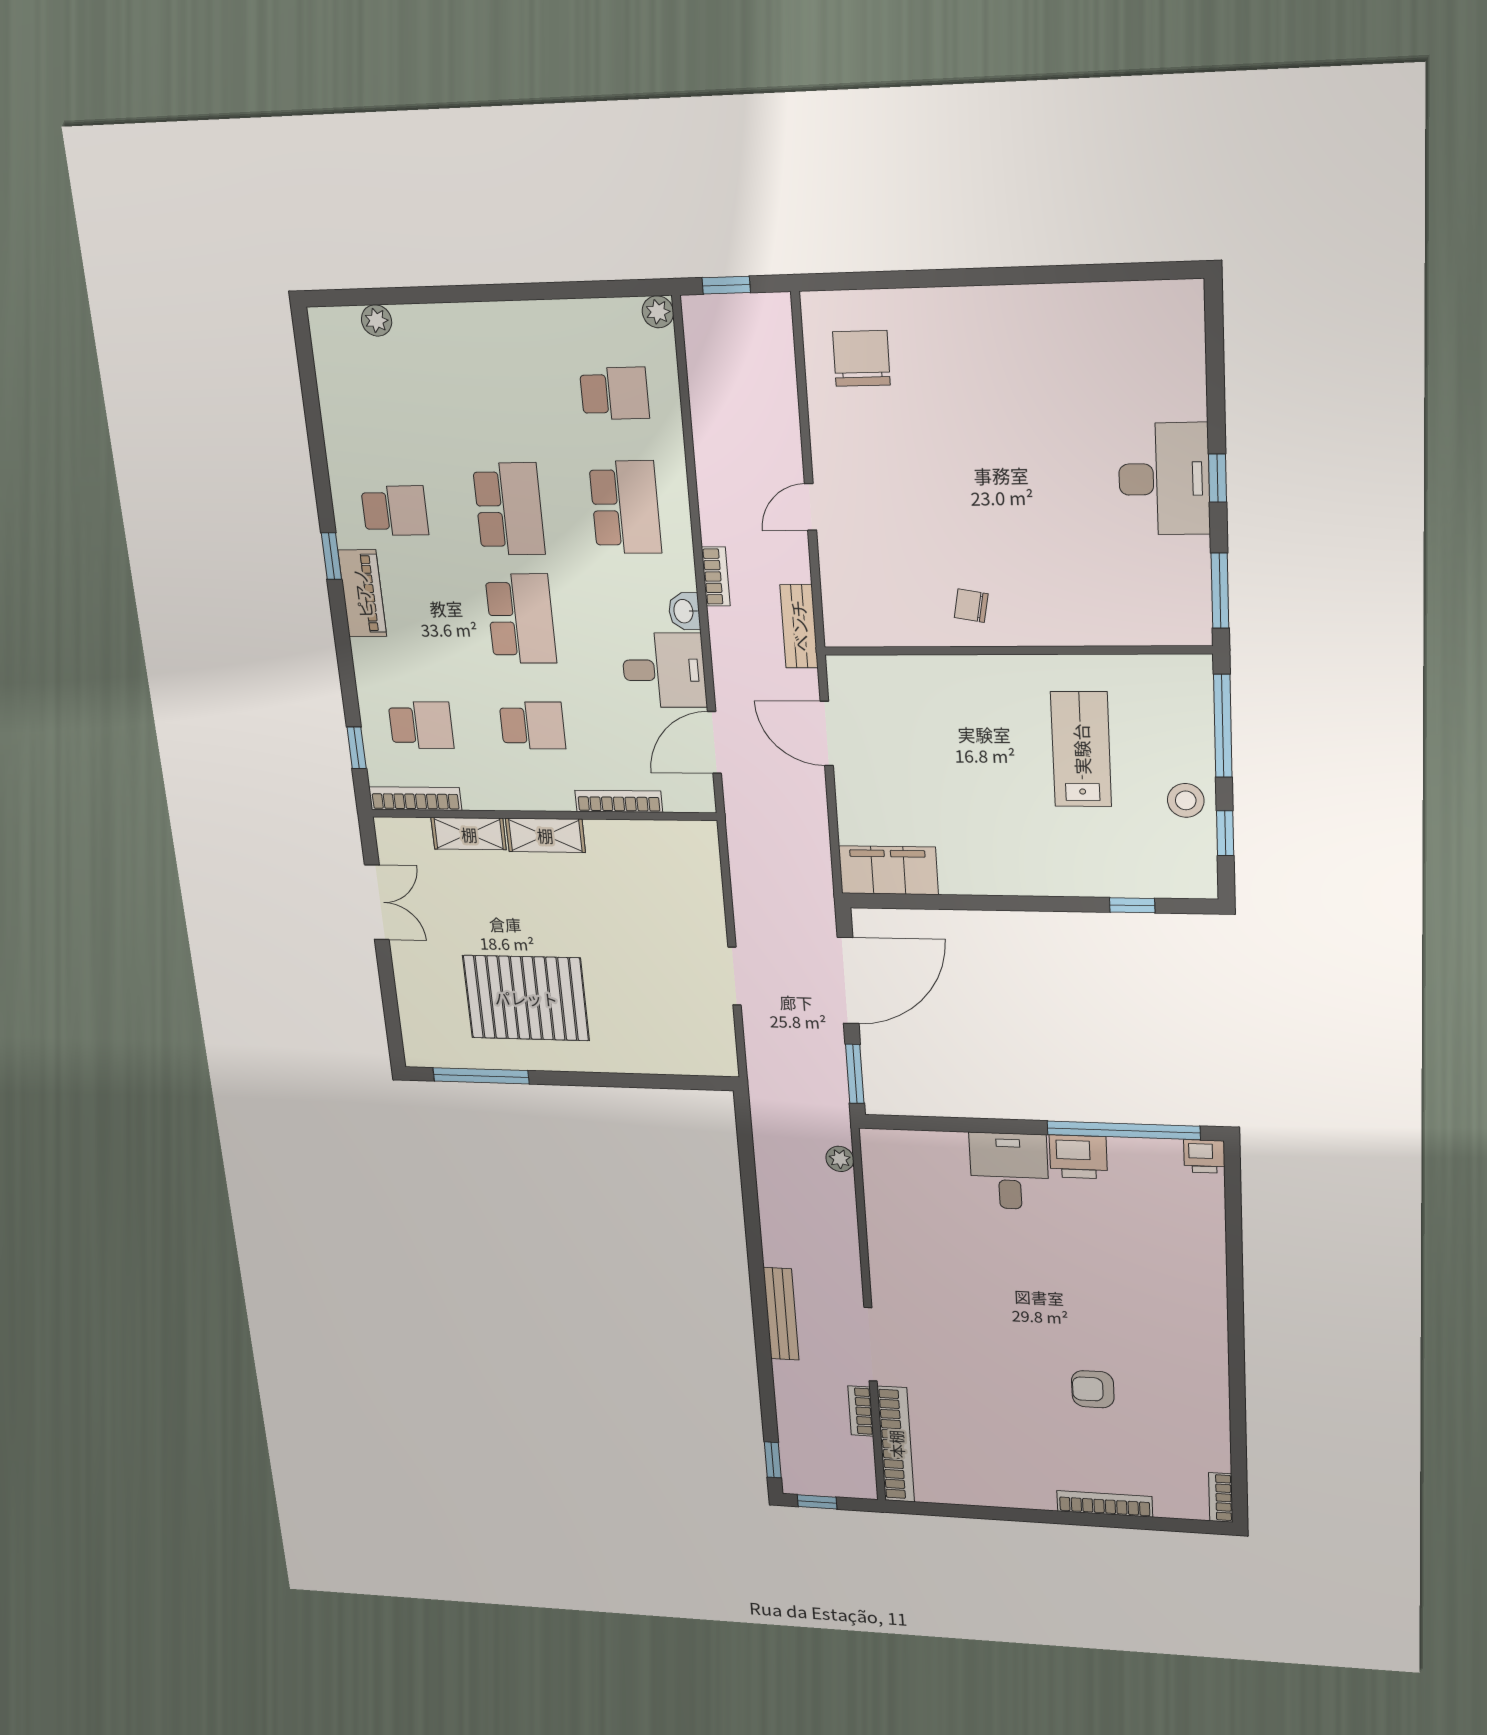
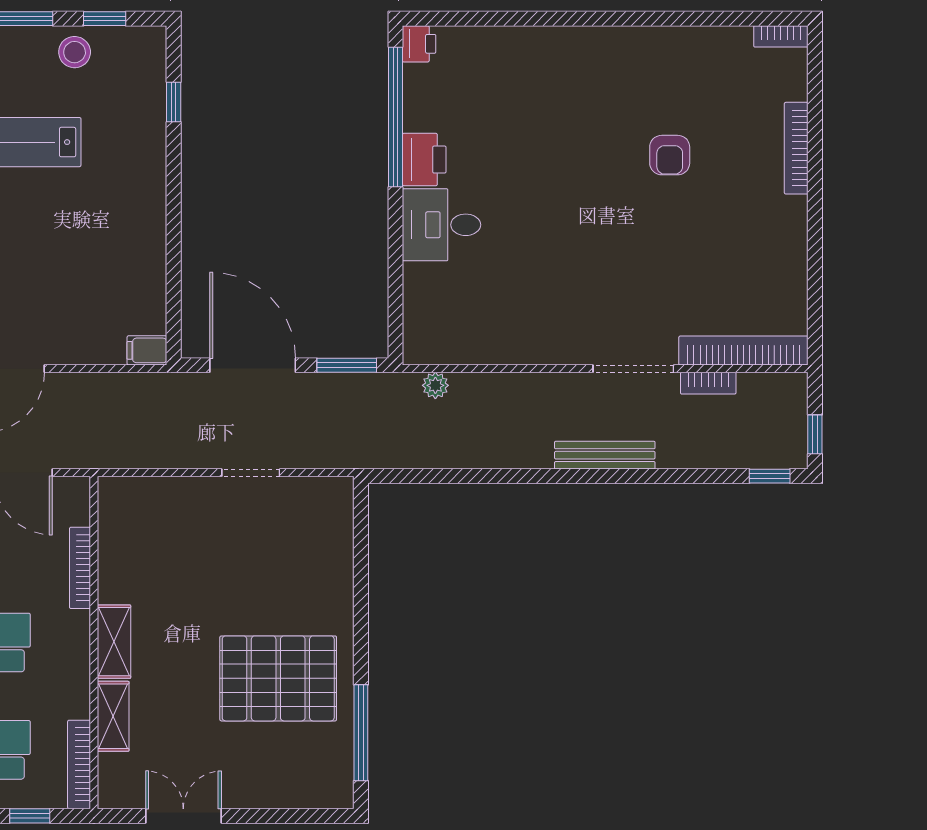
filing cabinet: (888, 870) -> (147, 350), width x0.33, depth x0.86
pallet: (526, 998) -> (278, 678), turned 90

